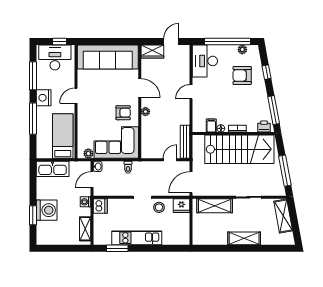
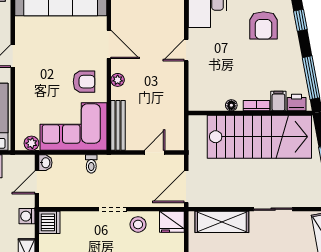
armchair: (242, 75) -> (264, 25), turned -90
filing cabinet: (211, 126) -> (278, 101), moved
bench: (185, 142) -> (118, 125), moved

